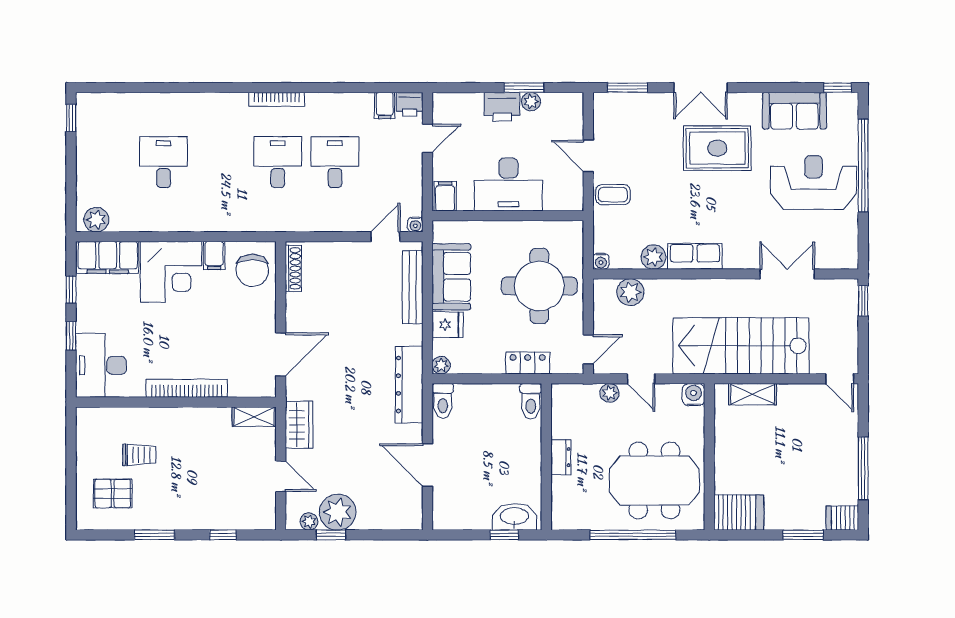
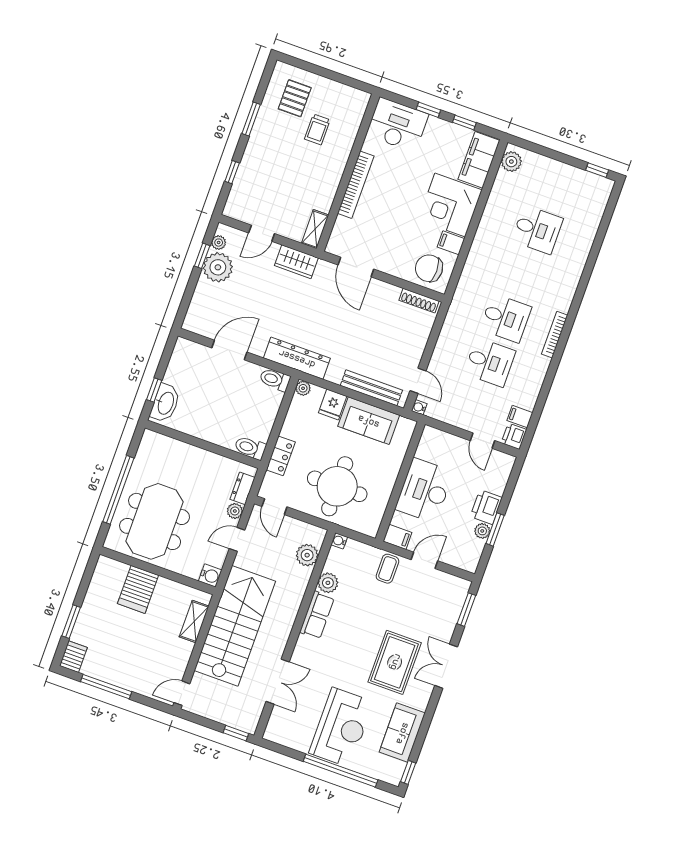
filing cabinet: (445, 196) -> (397, 537), moved
dresser: (561, 457) -> (243, 488), moved, turned 90
server rack: (739, 513) -> (138, 589), moved

